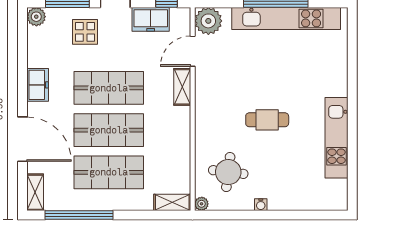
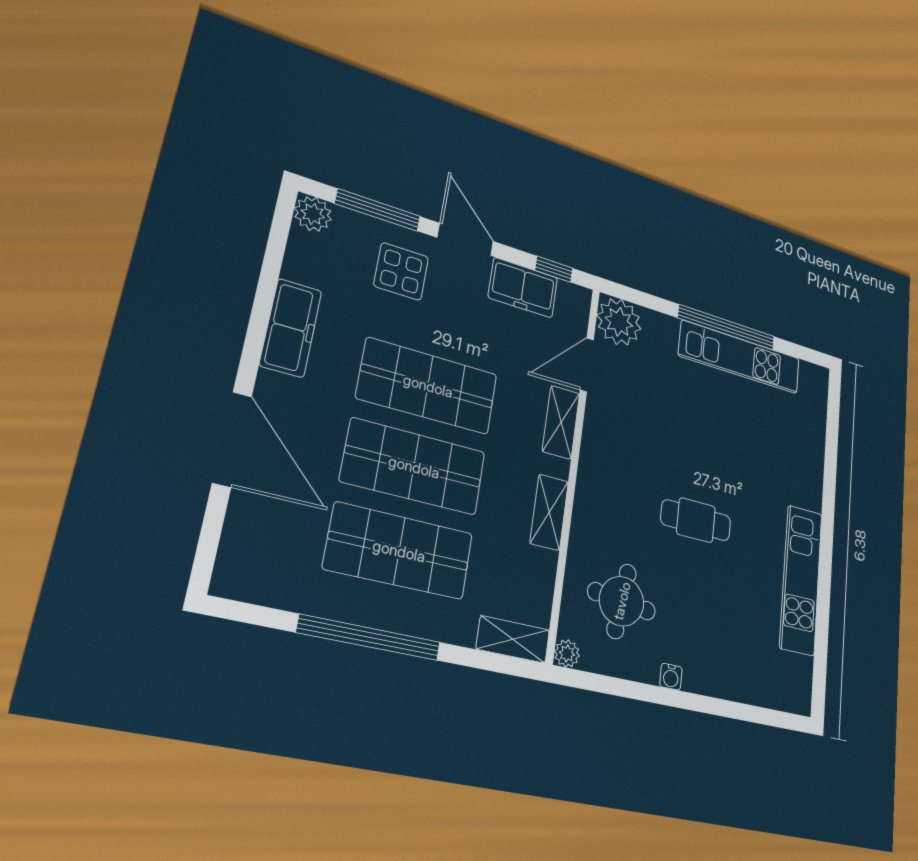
kitchen unit: (286, 18) -> (740, 357), width x0.73
freezer: (38, 85) -> (291, 328), width x1.40
shelving: (35, 192) -> (549, 512), moved
window: (79, 215) -> (369, 637), moved

